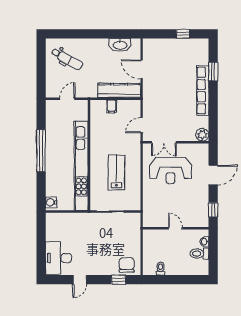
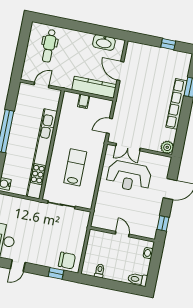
dental chair: (67, 59) -> (49, 46), turned 61
toilet: (199, 254) -> (138, 279), moved
chair: (127, 265) -> (67, 261), turned 90

